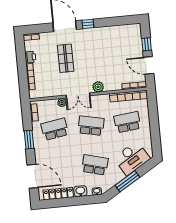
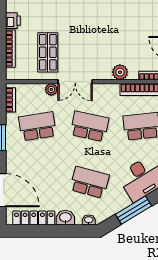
shop shelf: (66, 58) -> (48, 52), moved
plant: (98, 87) -> (120, 72), moved

